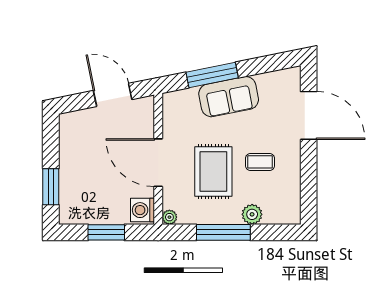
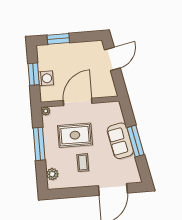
window: (212, 75) -> (136, 141), moved
door: (113, 95) -> (112, 59), moved
washing machine: (142, 210) -> (46, 78), moved, turned 90
plant: (252, 214) -> (52, 174), moved

